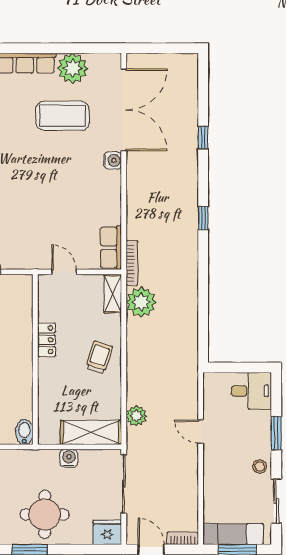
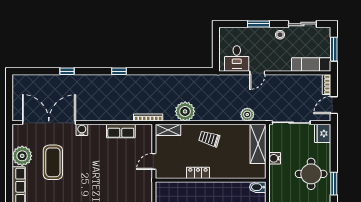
row of seats: (111, 248) -> (121, 131), moved
plant: (141, 302) -> (185, 111), moved
desk: (251, 391) -> (237, 58), moved, turned 180
exam couch: (233, 534) -> (311, 65), moved, turned 90

